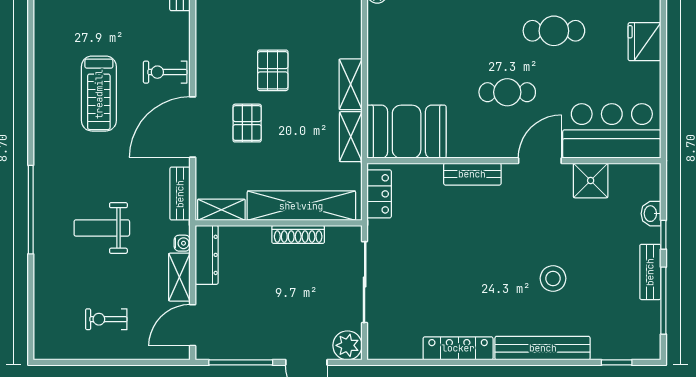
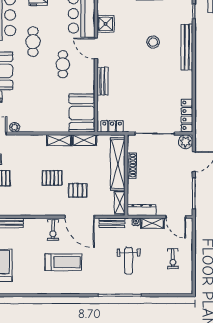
locker: (458, 348) -> (187, 115), moved

